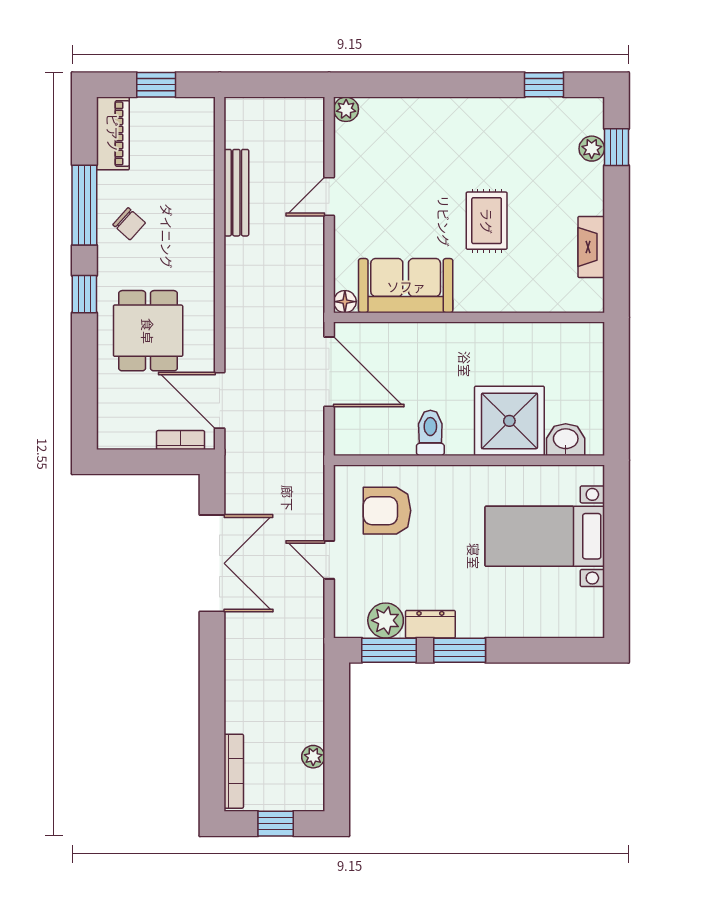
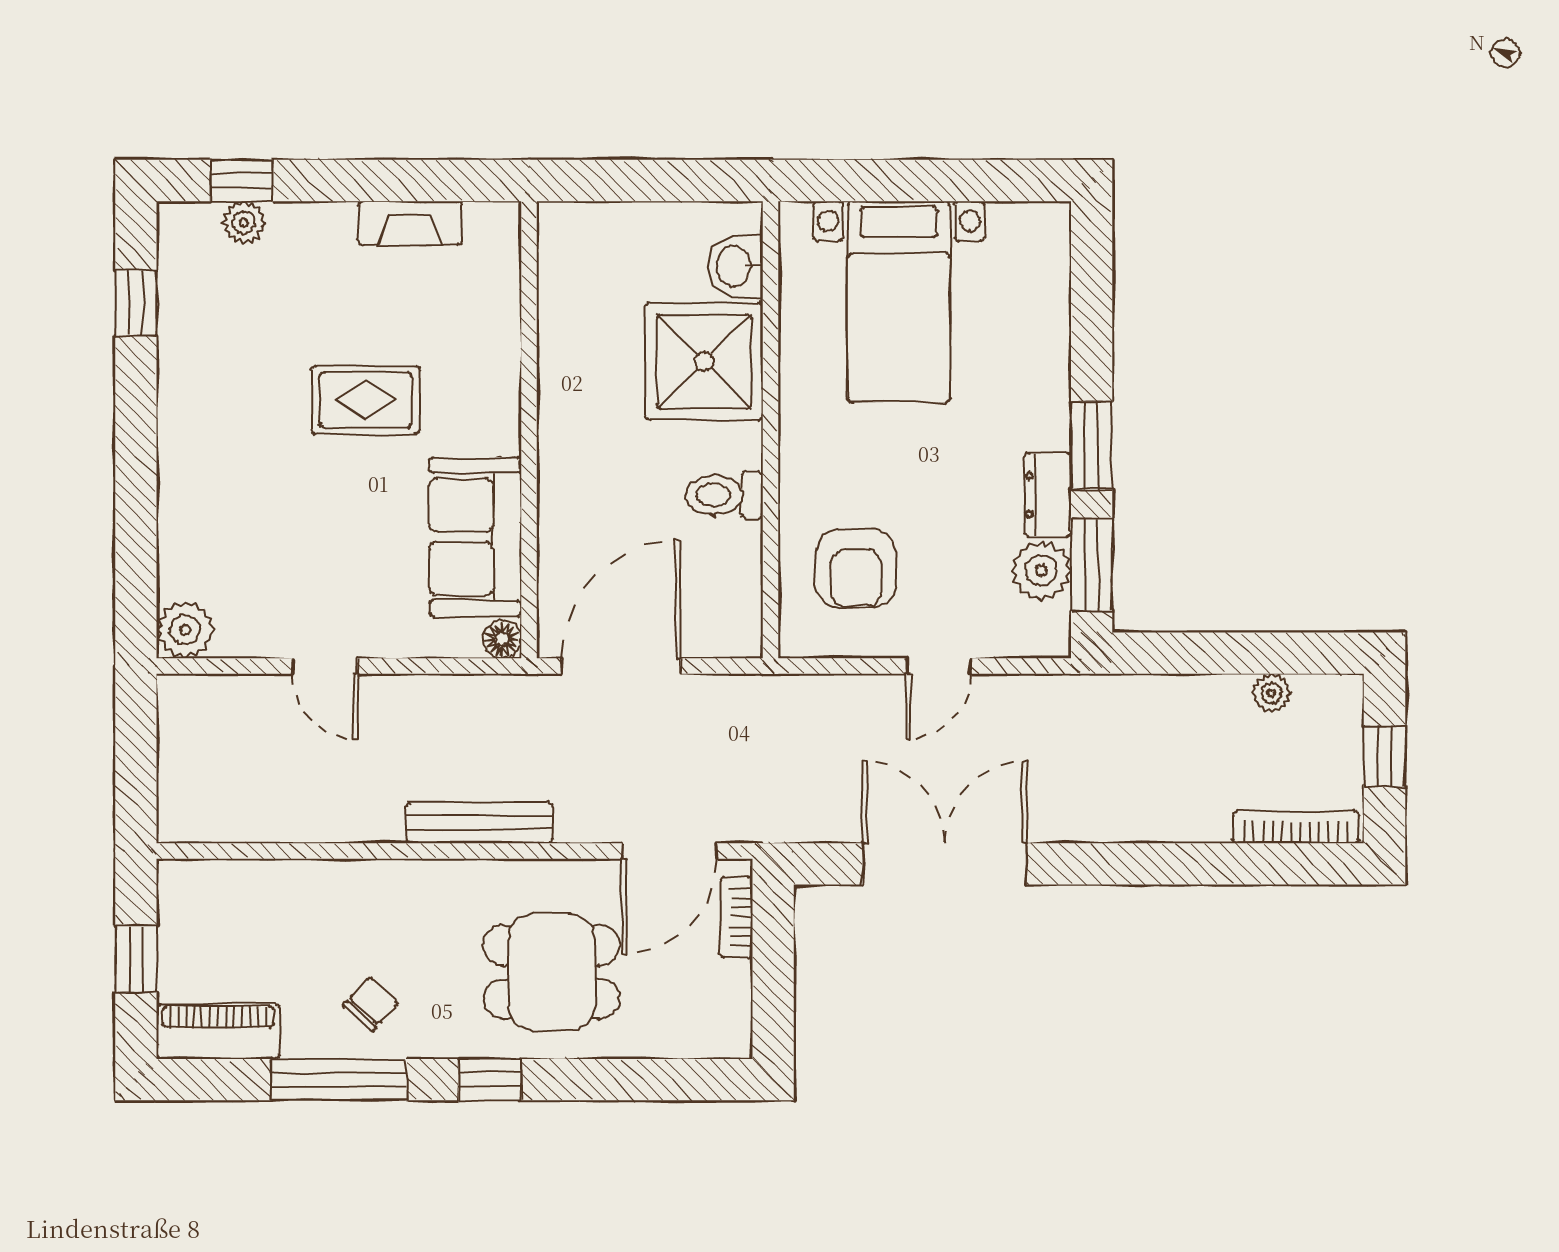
plant: (346, 109) -> (185, 630), width x1.38, depth x1.38
bench: (236, 193) -> (479, 823), moved

